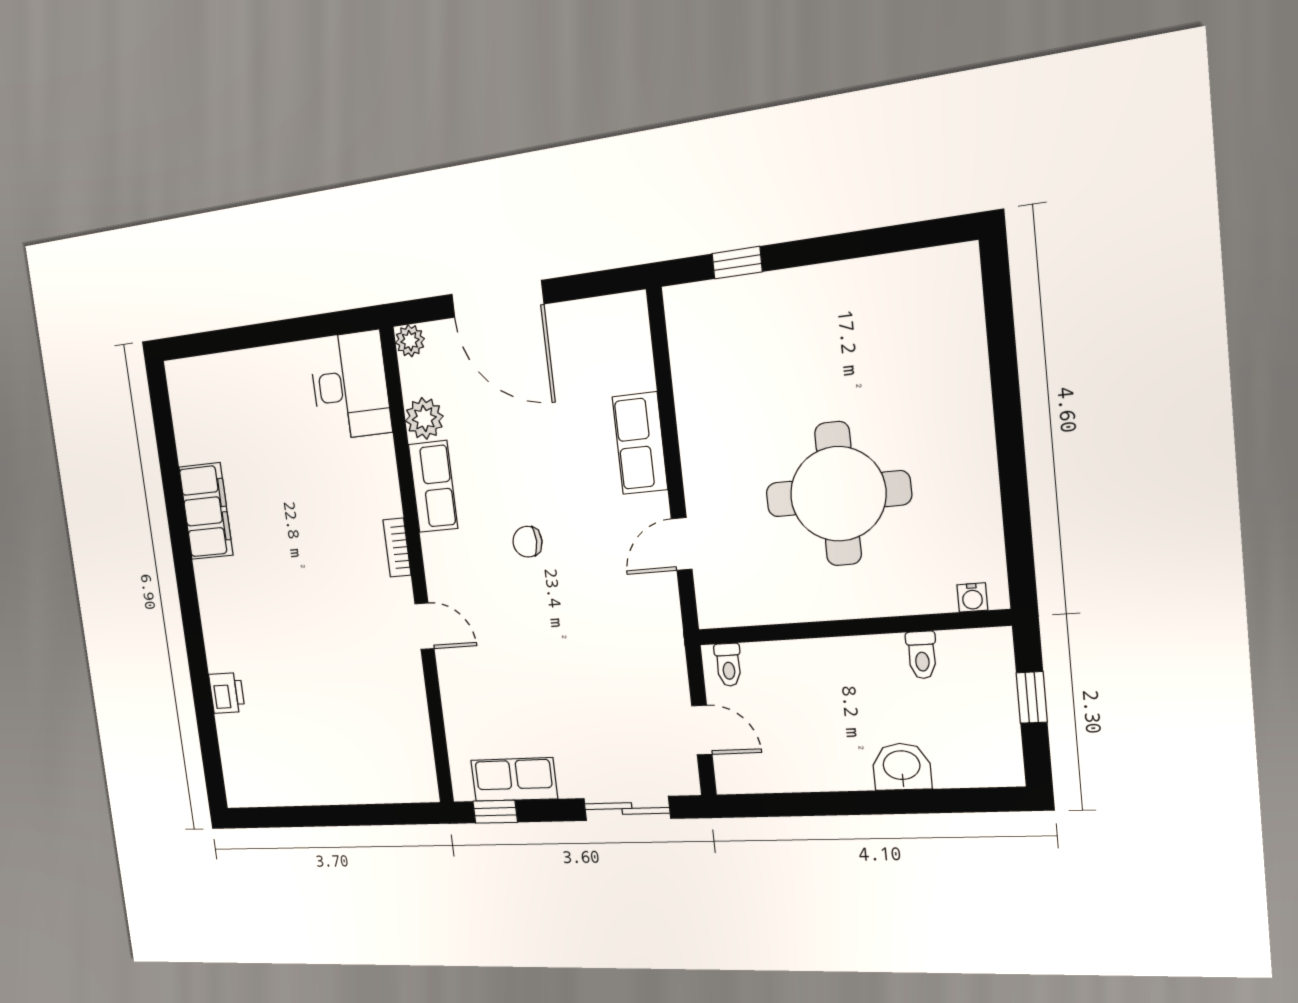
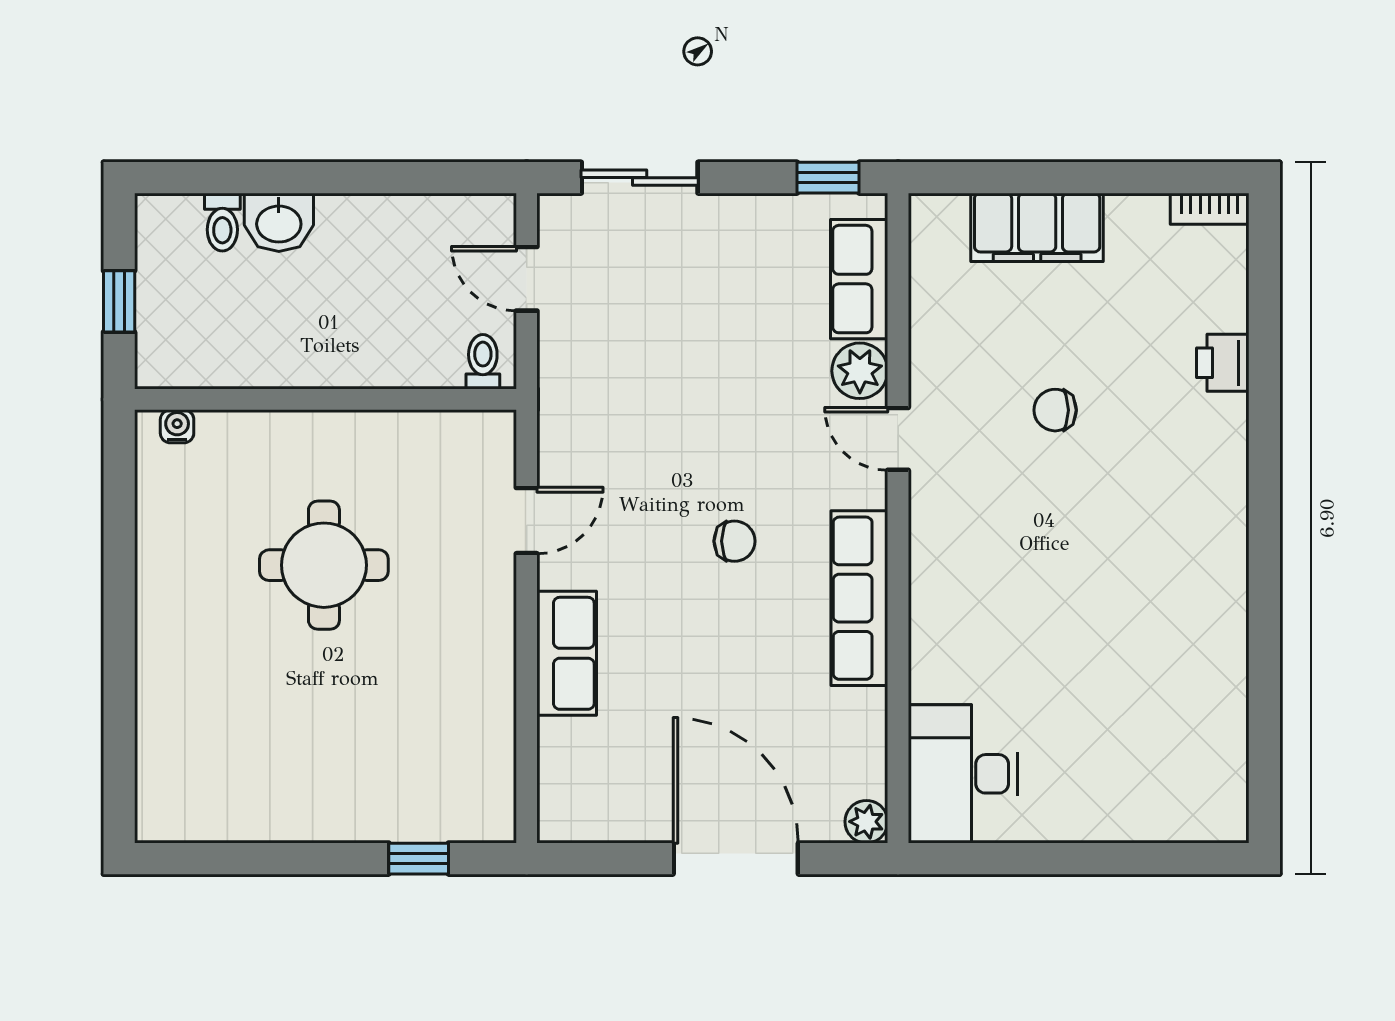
plant: (424, 418) -> (860, 371), moved
row of seats: (433, 486) -> (859, 598), width x1.48
round table: (838, 494) -> (324, 565), width x0.73, depth x0.73
filing cabinet: (206, 511) -> (1037, 227), moved, turned -90
bookcase: (397, 548) -> (1210, 209), moved, turned 90
chair: (325, 654) -> (1055, 410), added
toilet: (922, 655) -> (222, 222), moved, turned 180
row of seats: (514, 780) -> (859, 279), moved, turned 90

